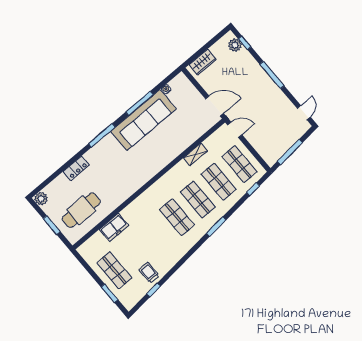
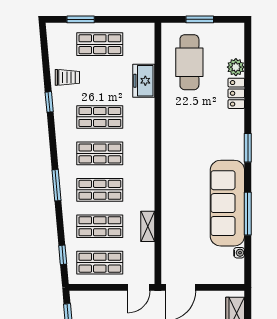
window: (102, 135) -> (248, 148), width x0.69
plant: (41, 199) -> (236, 67), moved
shop shelf: (156, 235) -> (100, 117), added
window: (154, 290) -> (49, 102), moved

